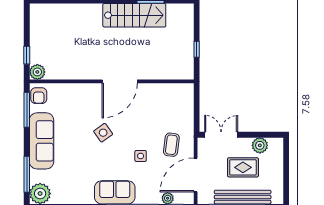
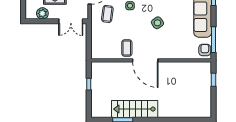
plant: (37, 72) -> (206, 67), removed
door: (120, 81) -> (145, 60), swing flipped
coffee table: (145, 98) -> (127, 48), added

